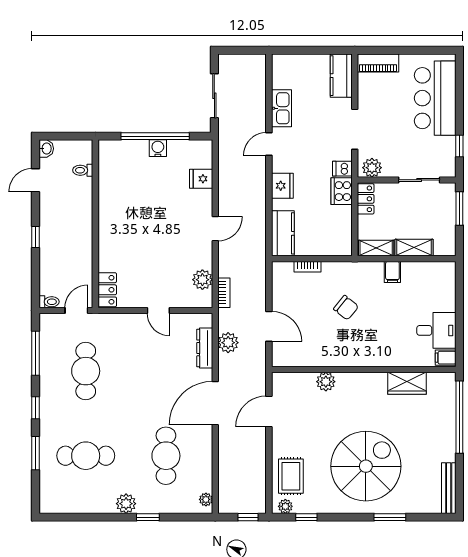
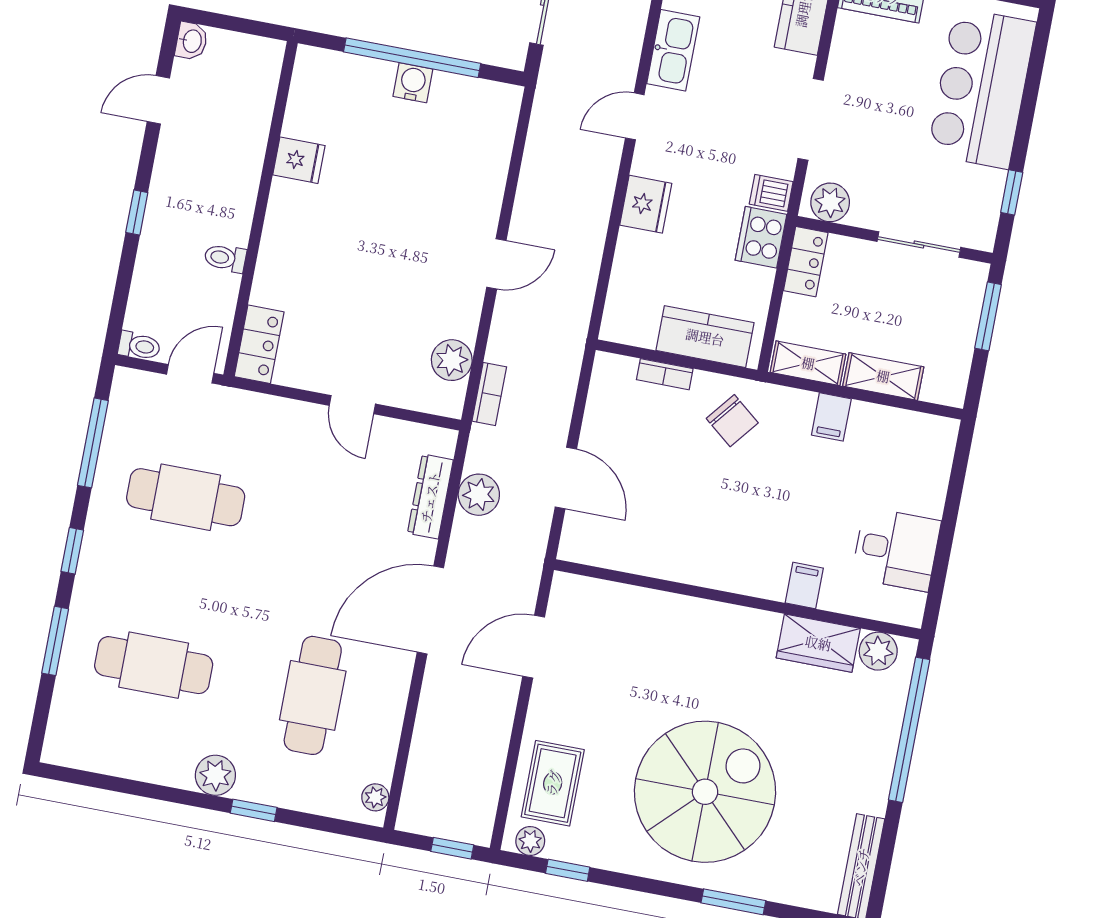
toilet: (83, 170) -> (225, 258), moved
fridge: (201, 179) -> (299, 160), moved, turned 180
kitchen counter: (283, 233) -> (705, 337), moved, turned -90
chair: (346, 308) -> (732, 421), moved
filing cabinet: (446, 358) -> (804, 586), moved, turned 90
cafe table: (86, 371) -> (186, 497), turned 90
plant: (326, 382) -> (878, 651), moved

